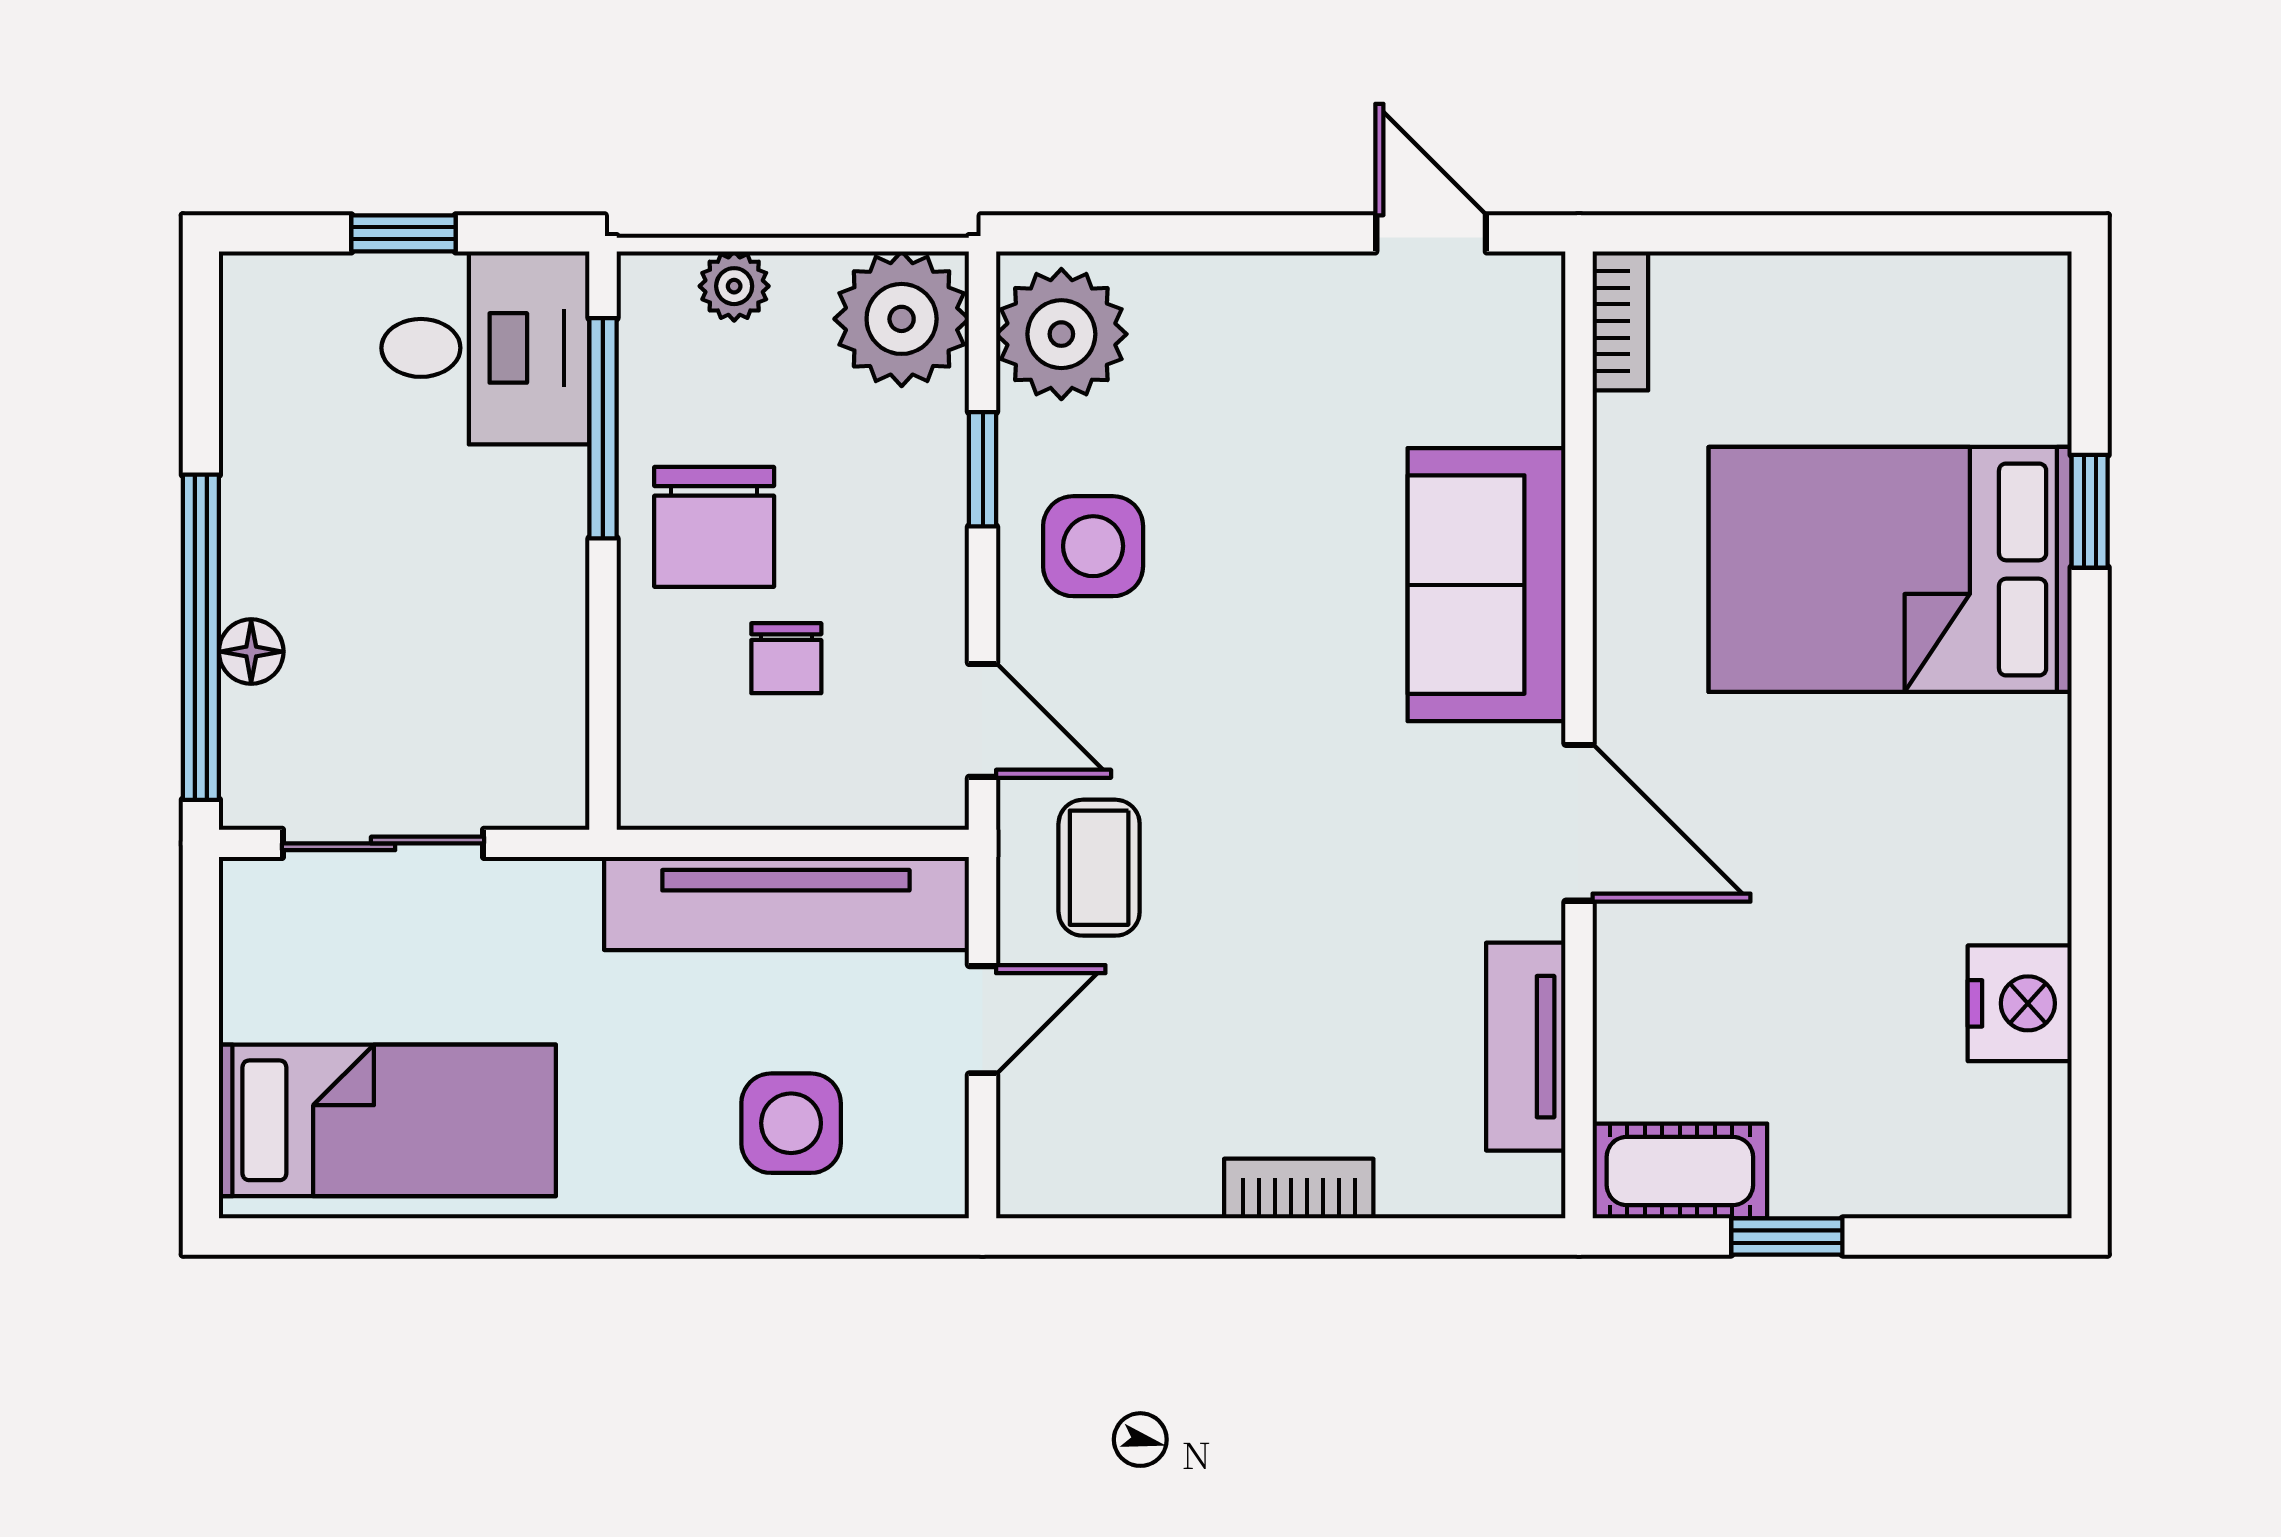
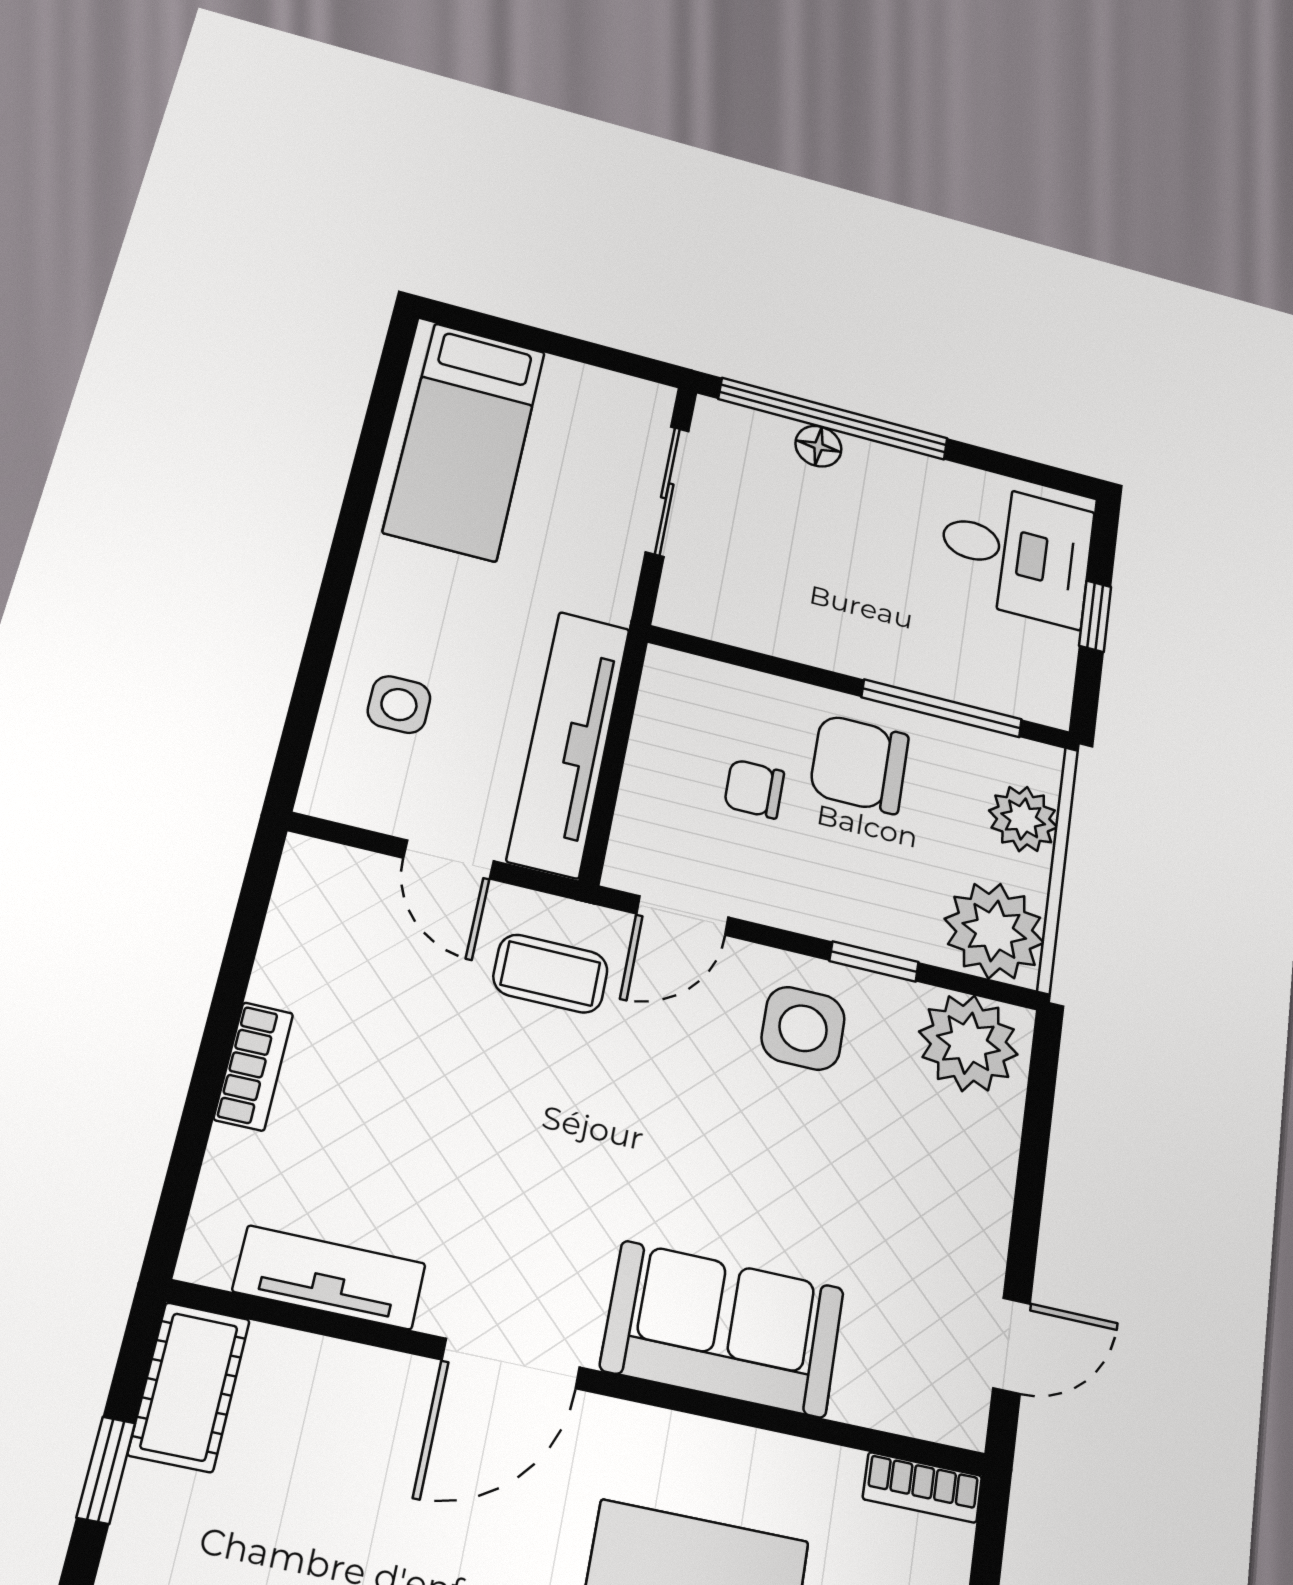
plant: (734, 286) -> (1023, 819), width x1.38, depth x1.38
desk: (485, 348) -> (1016, 552), moved, turned -90
side table: (791, 1123) -> (399, 705), width x0.73, depth x0.73

